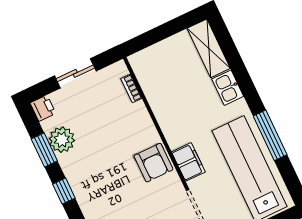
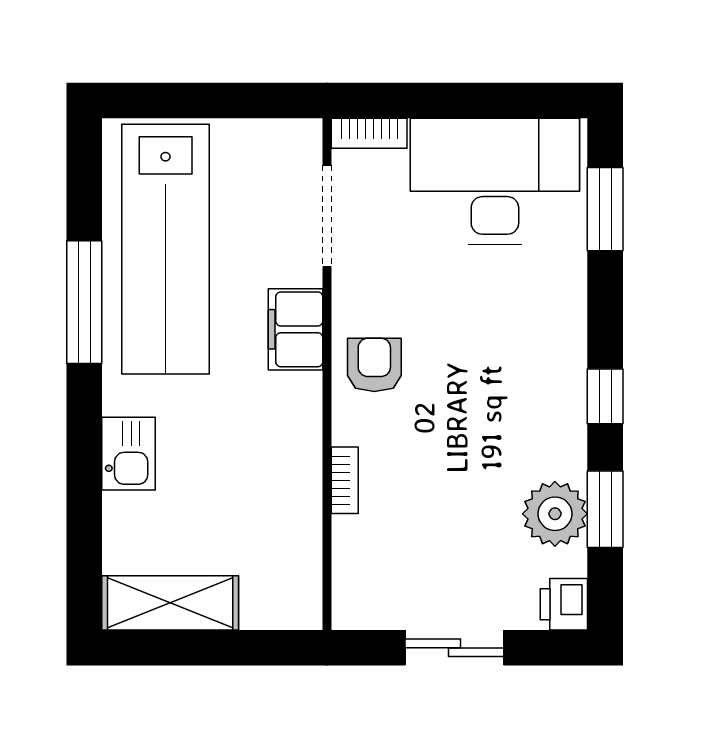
shelving: (209, 48) -> (170, 603), moved, turned 90
bookcase: (131, 88) -> (345, 480), moved
armchair: (153, 163) -> (374, 365), width x0.72, depth x0.72

